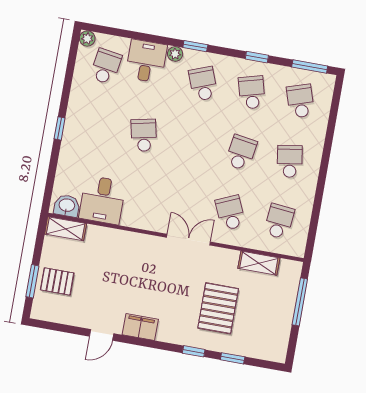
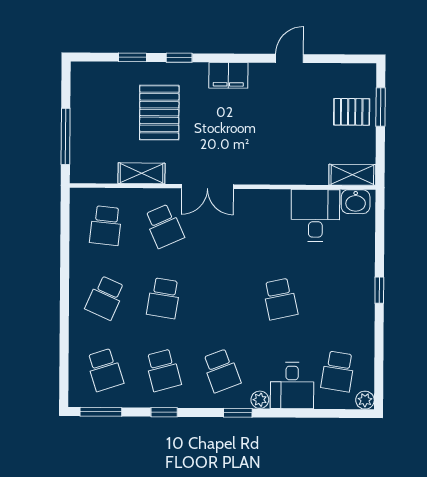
school desk: (290, 161) -> (105, 298), turned 33
shelving: (259, 263) -> (141, 173), moved
filing cabinet: (140, 327) -> (228, 75), moved

